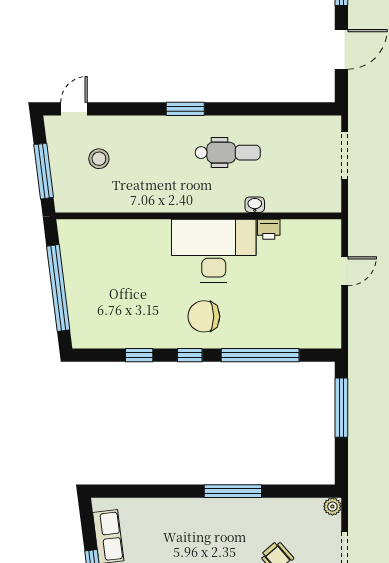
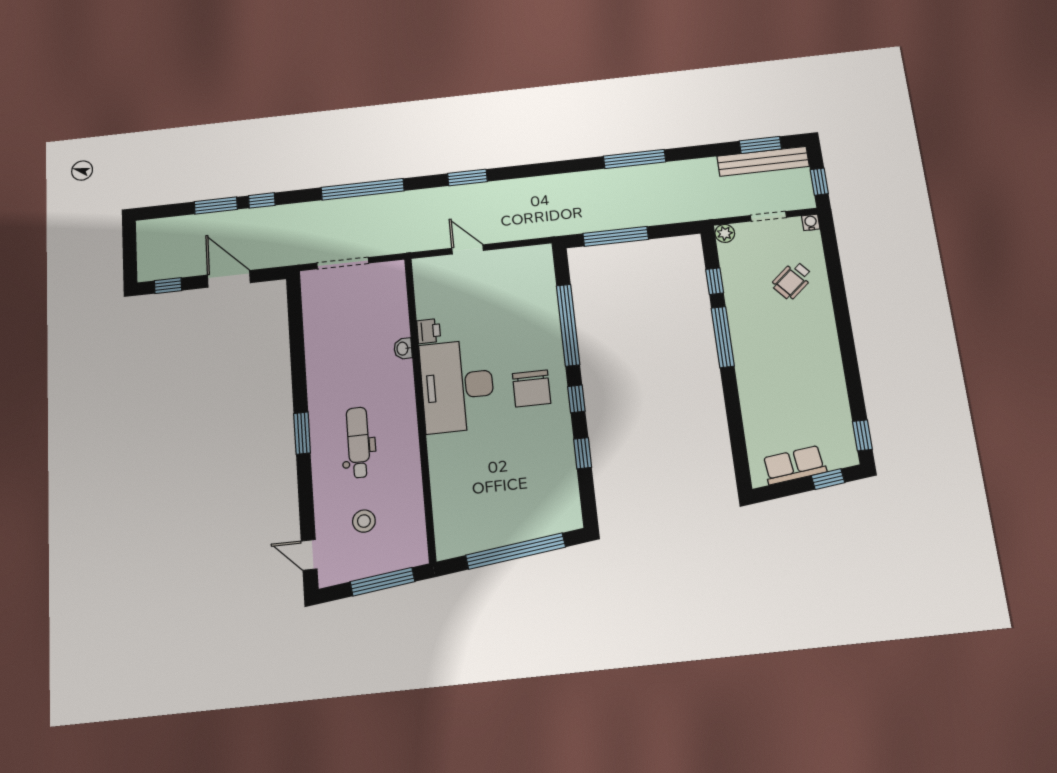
dental chair: (228, 153) -> (358, 442), moved
window: (287, 491) -> (715, 281), added

